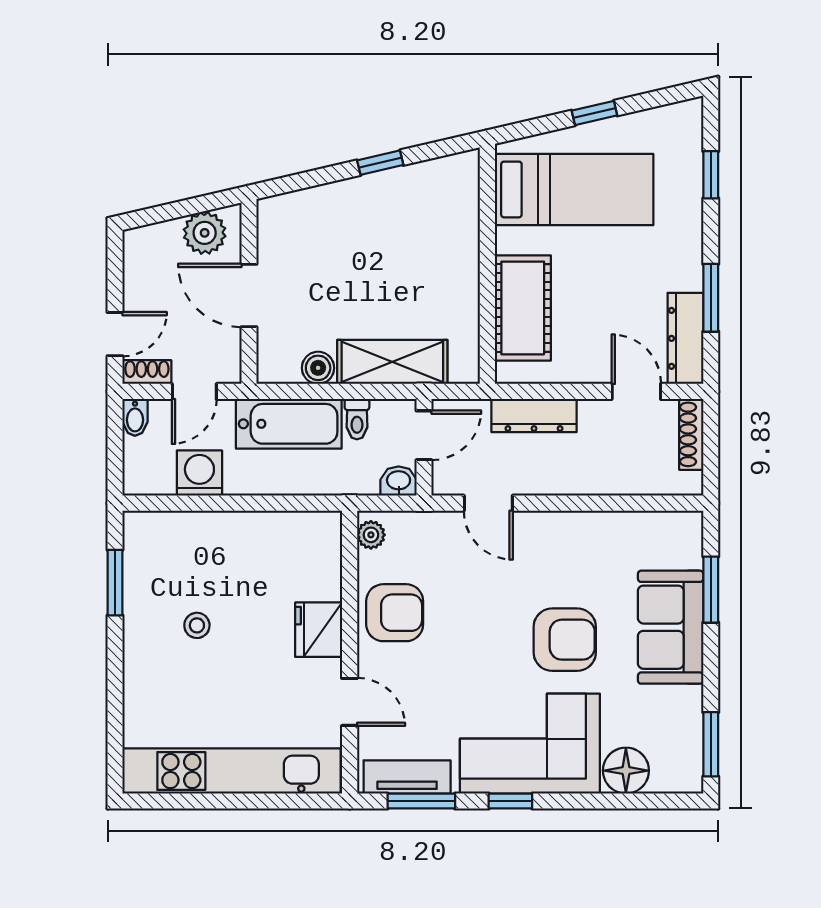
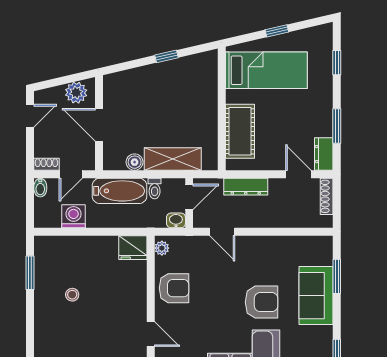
door: (115, 334) -> (30, 116), moved
dresser: (685, 338) -> (324, 154), width x0.70
fridge: (319, 630) -> (133, 248), moved, turned -90

